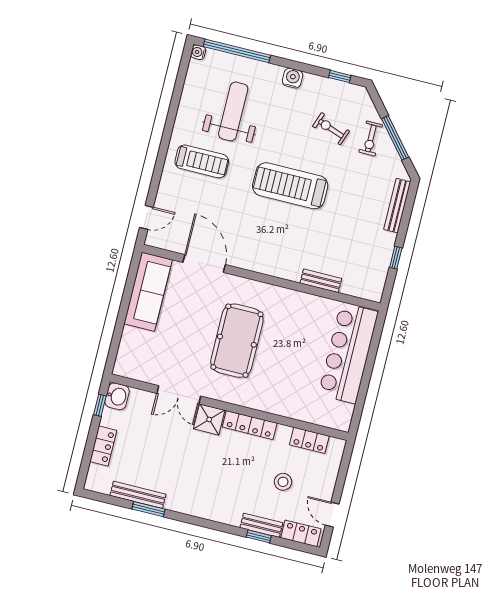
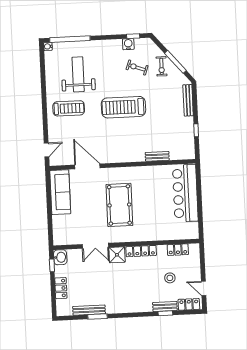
water cooler: (293, 78) -> (128, 44), moved

